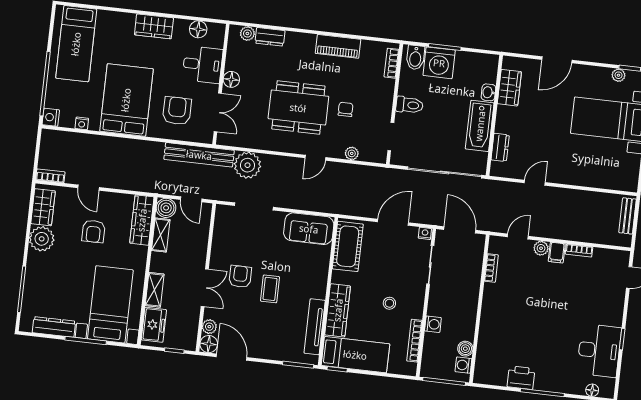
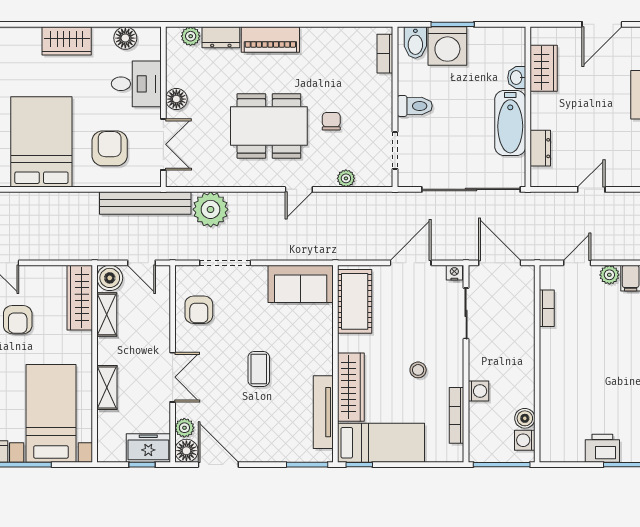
piano: (338, 46) -> (270, 40), moved
armchair: (240, 276) -> (199, 310), moved, turned 180
freezer: (154, 325) -> (148, 448), moved, turned -90

